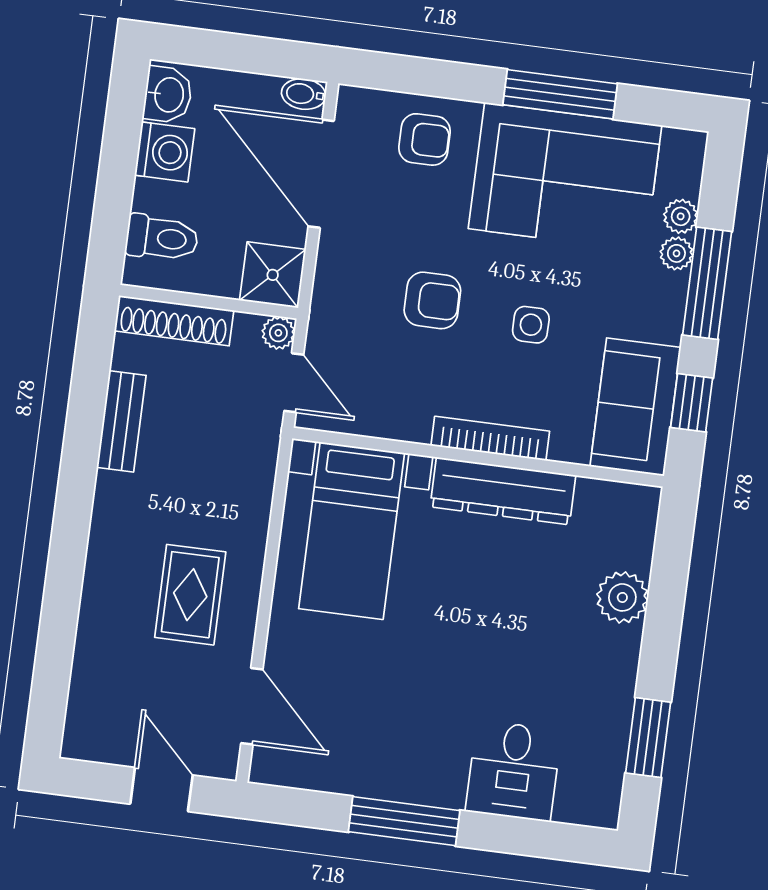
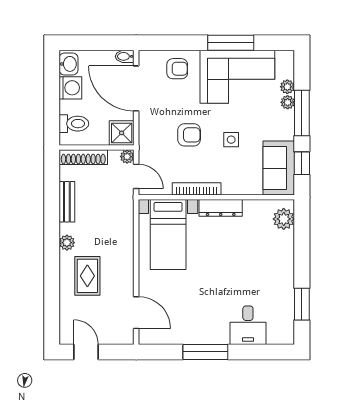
bookcase: (490, 438) -> (197, 189), moved
dresser: (503, 491) -> (221, 208), width x0.73, depth x0.80
plant: (109, 519) -> (67, 243), added
rug: (190, 595) -> (87, 276), moved
plant: (622, 597) -> (284, 219), moved
door: (161, 790) -> (86, 352), moved

